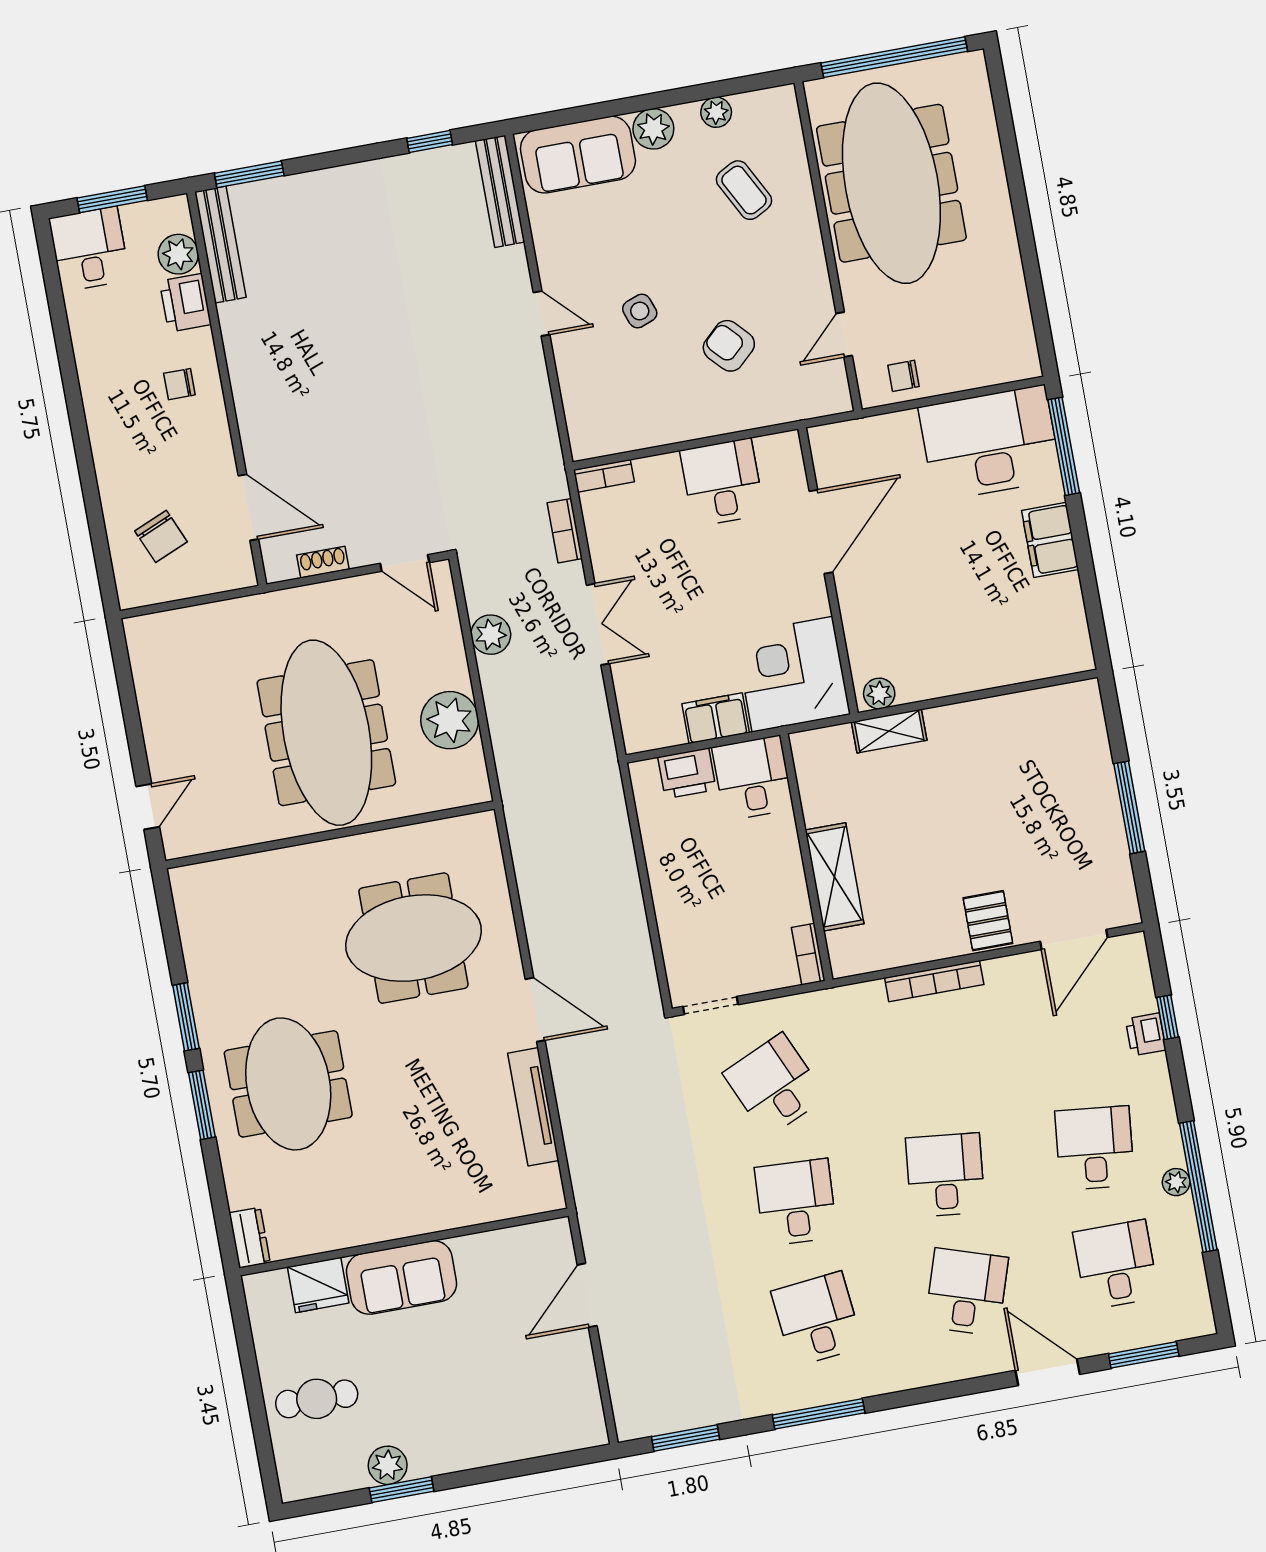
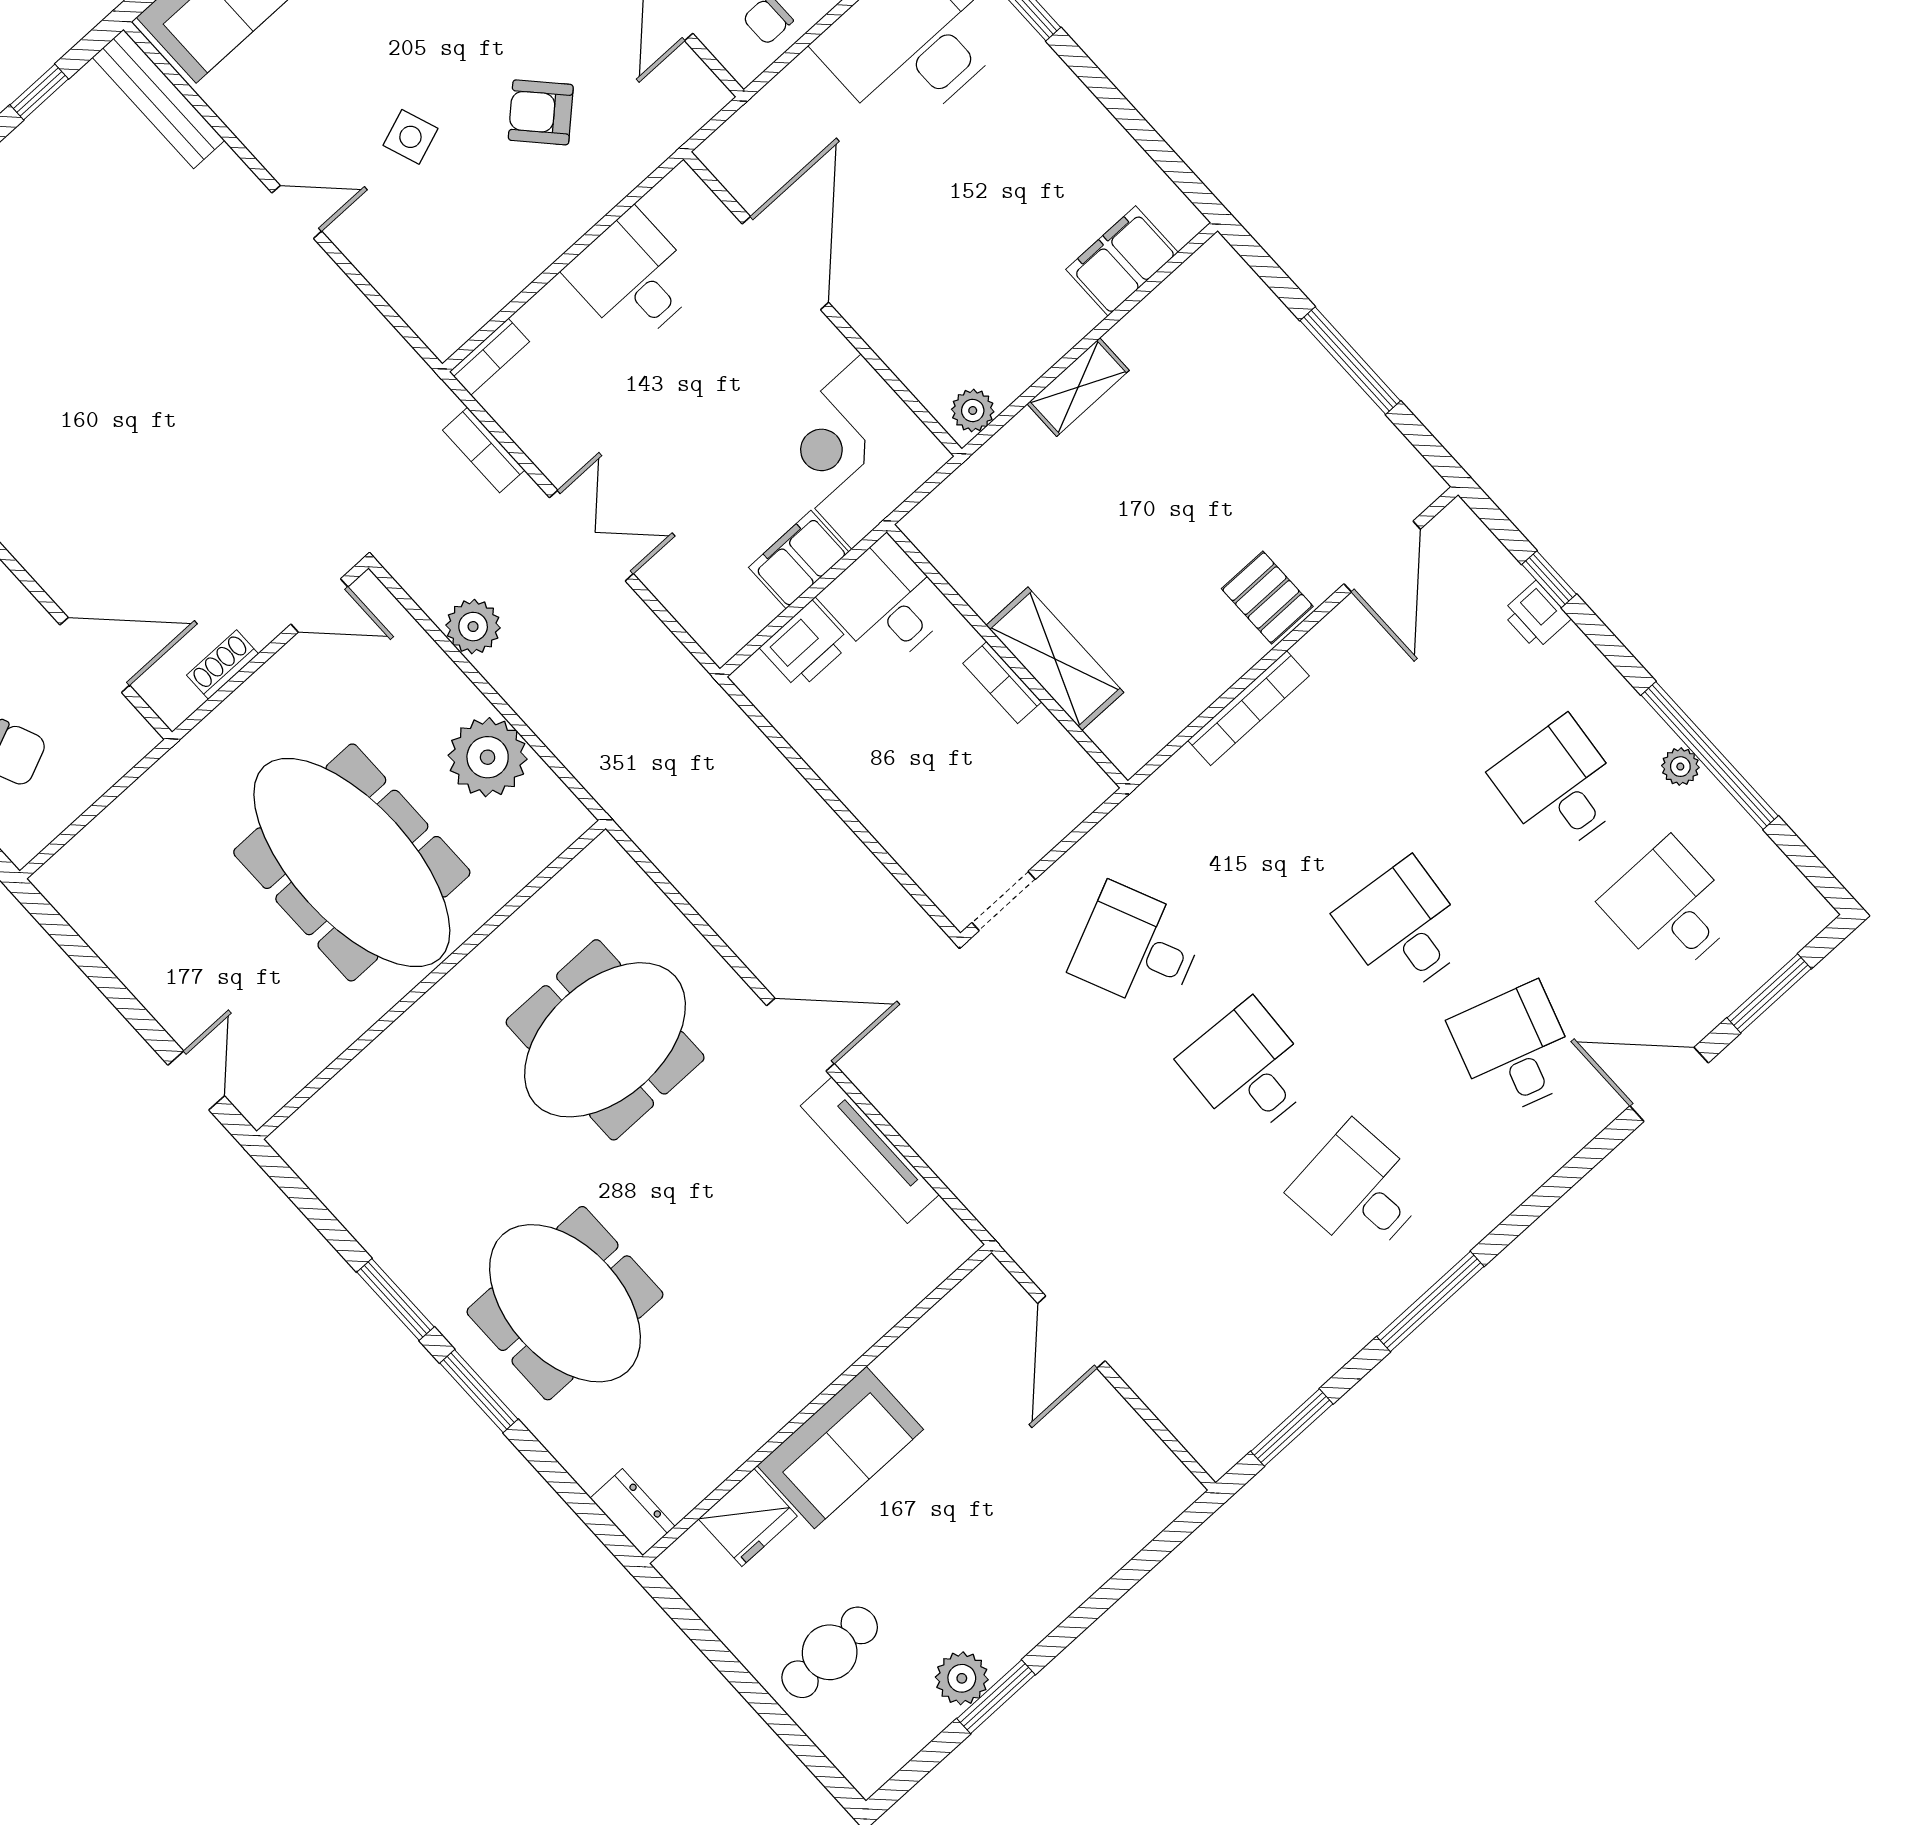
filing cabinet: (1050, 540) -> (1122, 261), moved, turned 90
shelving: (889, 731) -> (1078, 387), moved
bookcase: (808, 954) -> (1002, 683), moved

